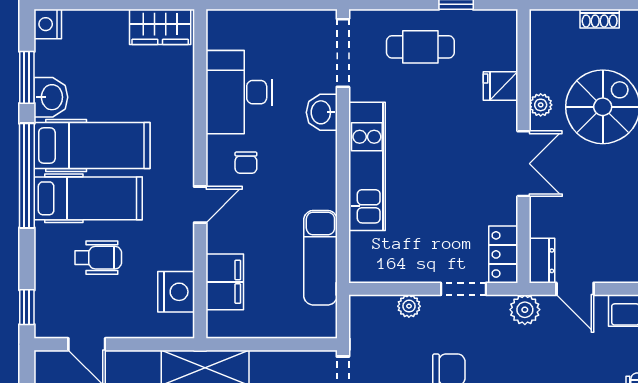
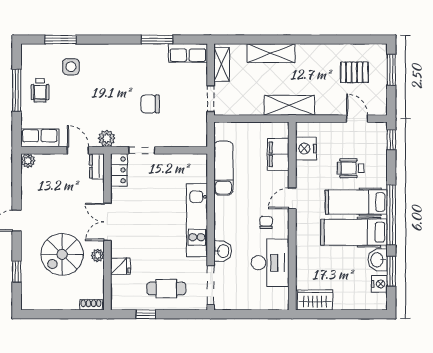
shoe rack: (600, 19) -> (91, 305), moved
nightstand: (48, 24) -> (379, 284), moved
plant: (409, 306) -> (173, 140), removed

